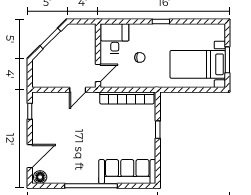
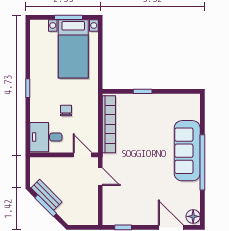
bench: (61, 39) -> (47, 195), added
sofa: (127, 172) -> (187, 151), moved

